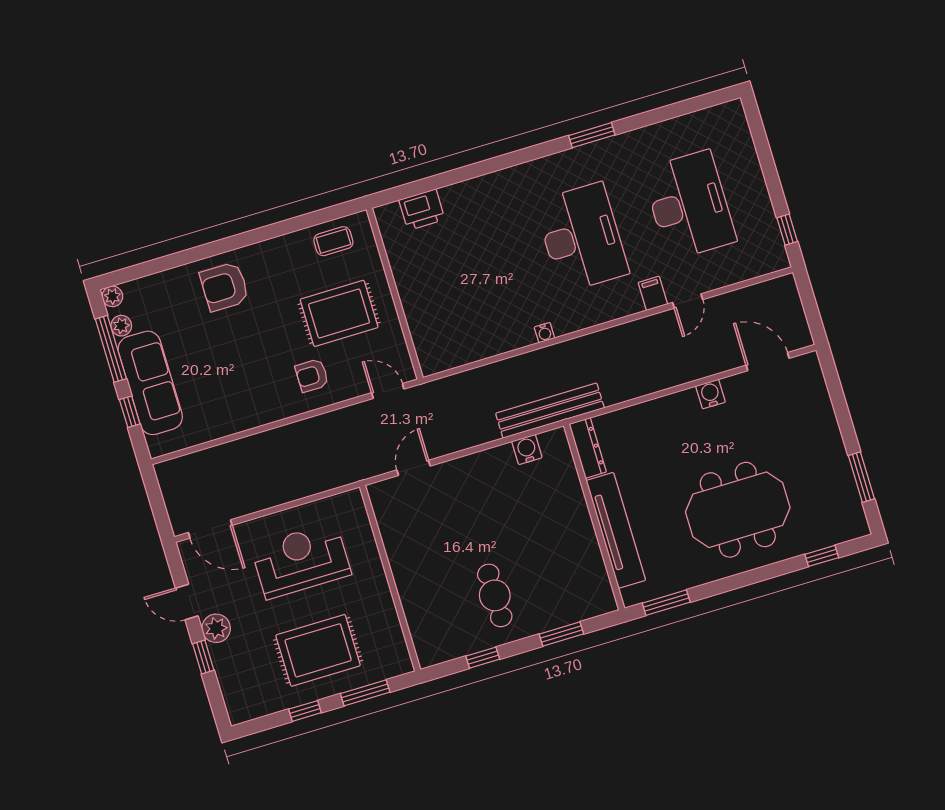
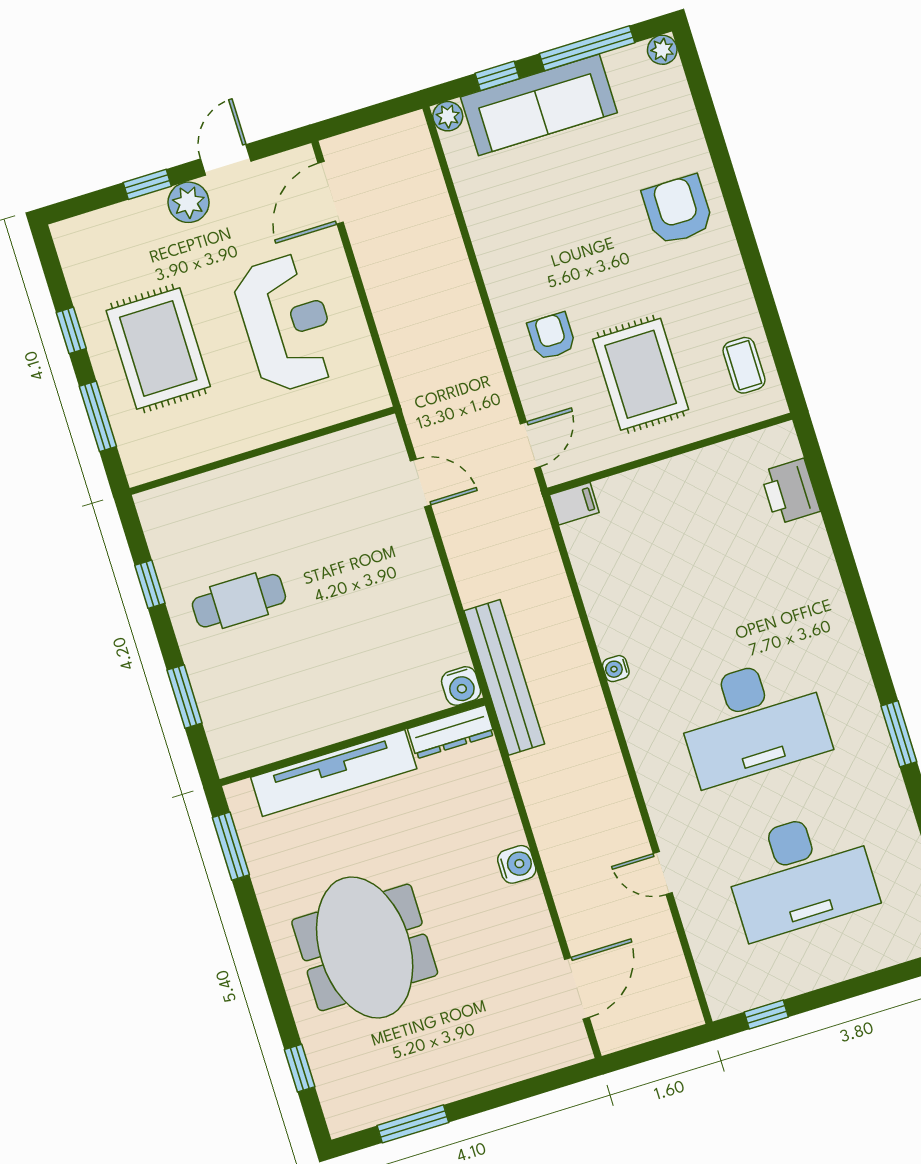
filing cabinet: (653, 293) -> (574, 504), moved
plant: (121, 326) -> (448, 116), moved
water cooler: (710, 394) -> (517, 864), moved
water cooler: (527, 449) -> (461, 686), moved, turned 90

